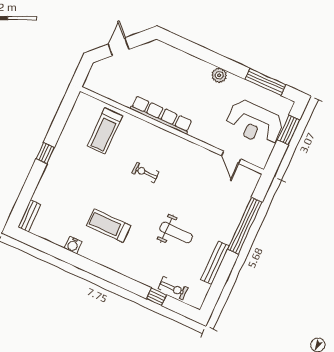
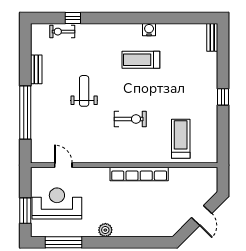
exercise bike: (145, 173) -> (130, 119), width x1.38, depth x1.39
treadmill: (109, 226) -> (141, 60), turned 180
weight bench: (176, 233) -> (84, 91), moved, turned 90
water cooler: (73, 245) -> (149, 30), moved
bench: (215, 263) -> (36, 69), width x0.73

